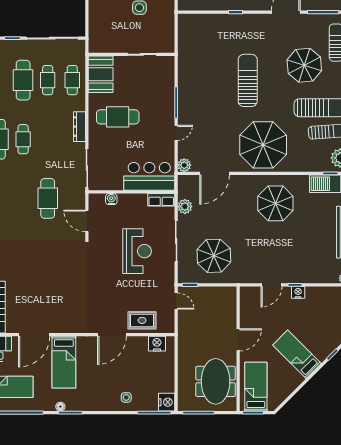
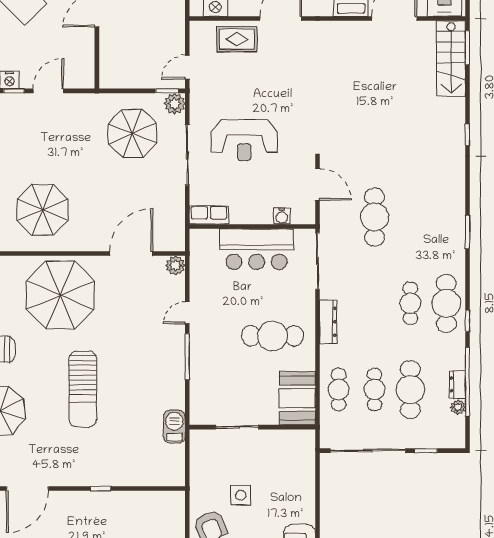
barbecue: (185, 55) -> (174, 427), added
bar counter: (149, 176) -> (257, 249), moved
plant: (185, 207) -> (175, 104), moved
reception desk: (137, 251) -> (244, 140), turned -90
door: (176, 301) -> (187, 67), hinge flipped

